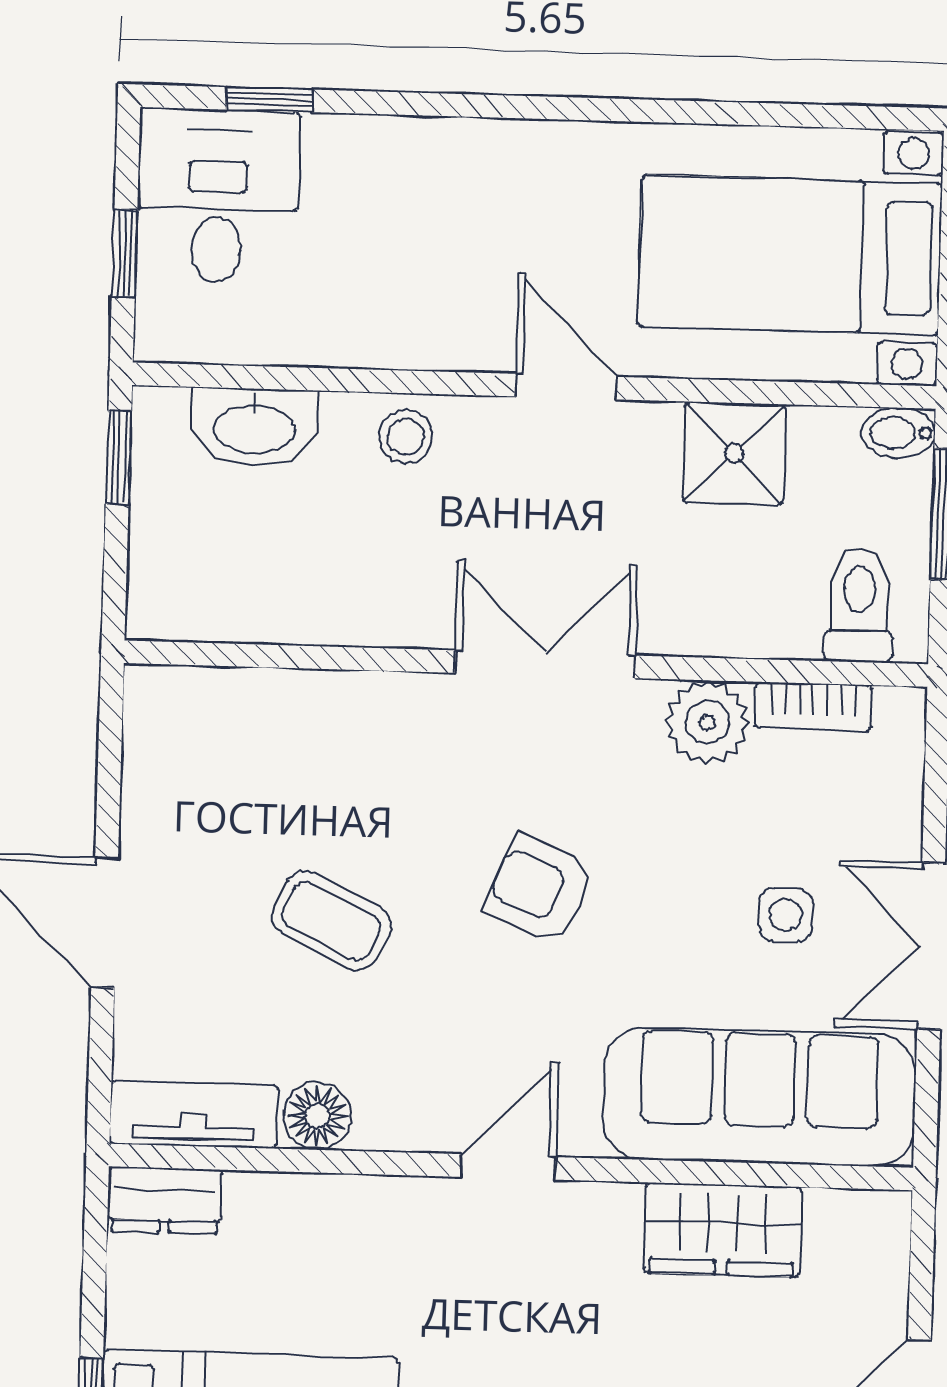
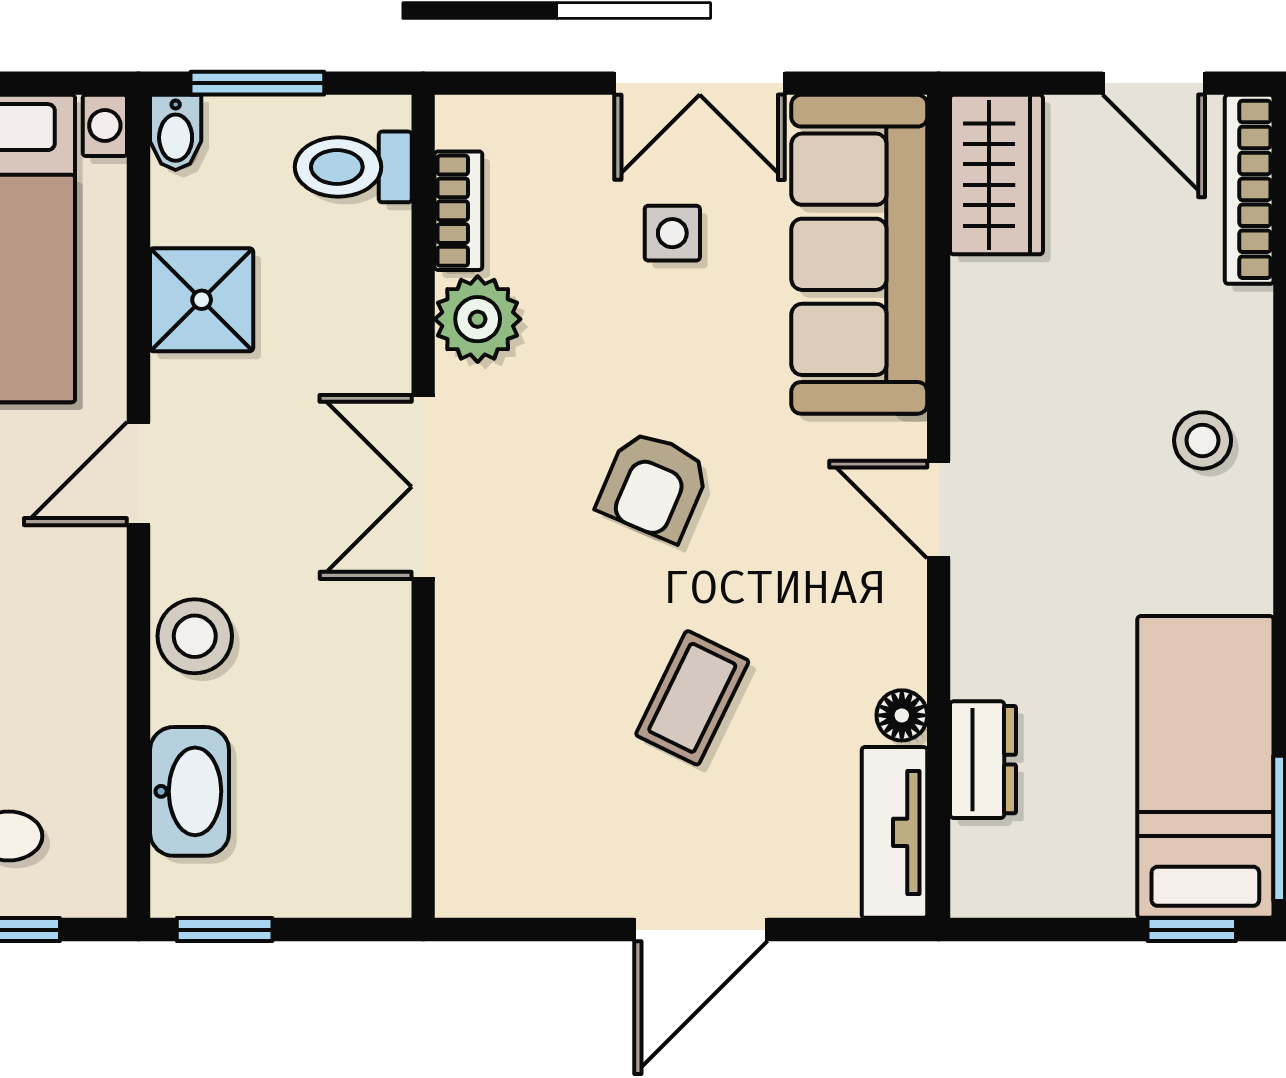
stool: (406, 437) -> (195, 636), width x1.37, depth x1.37
floor lamp: (317, 1116) -> (902, 715), width x0.73, depth x0.73
dresser: (165, 1200) -> (983, 760), moved
wardrobe: (722, 1230) -> (997, 175), moved

